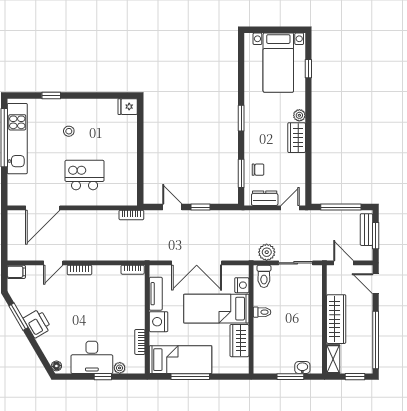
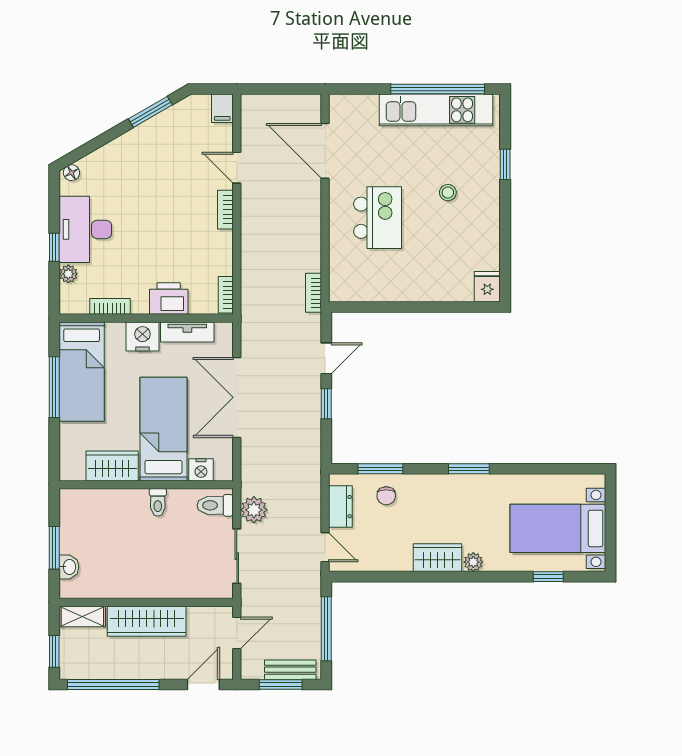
printer: (37, 323) -> (169, 299), moved, turned -150

